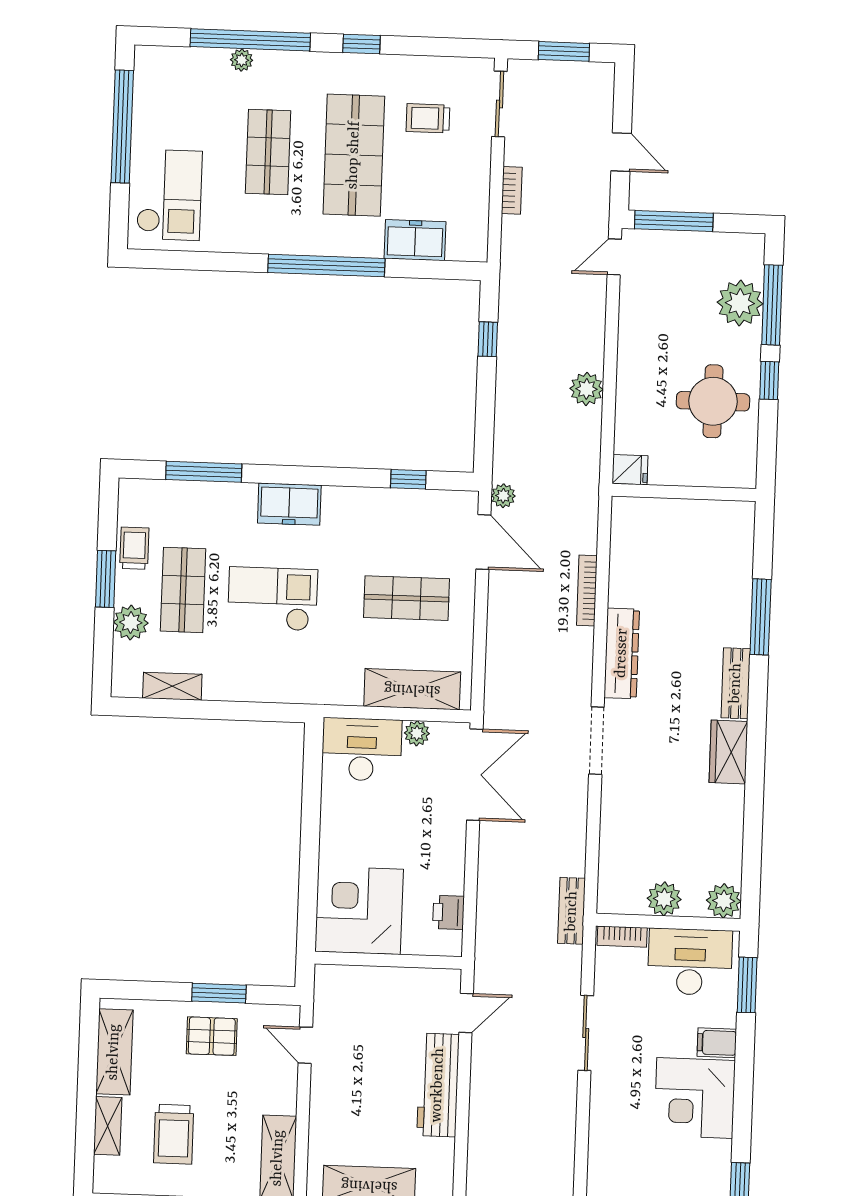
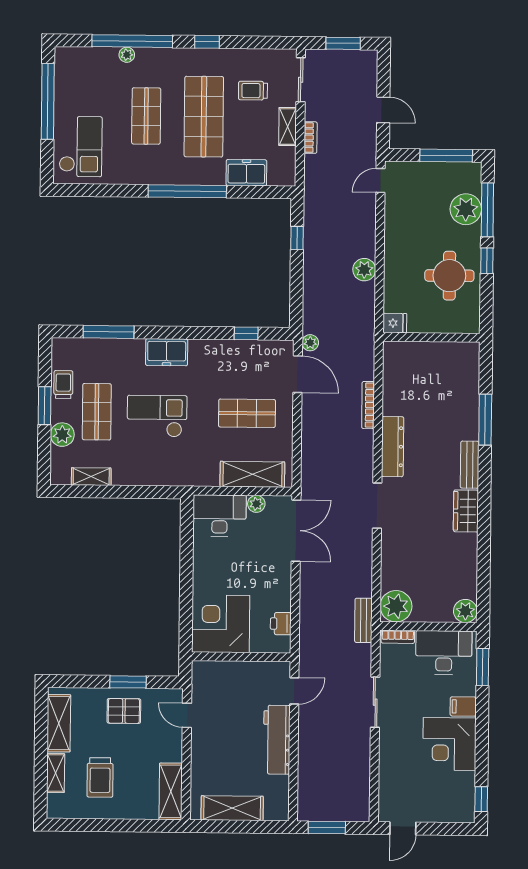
shelving: (478, 173) -> (288, 127), added
window: (674, 221) -> (446, 156), moved
plant: (664, 899) -> (396, 606), moved, width x1.36, depth x1.36

